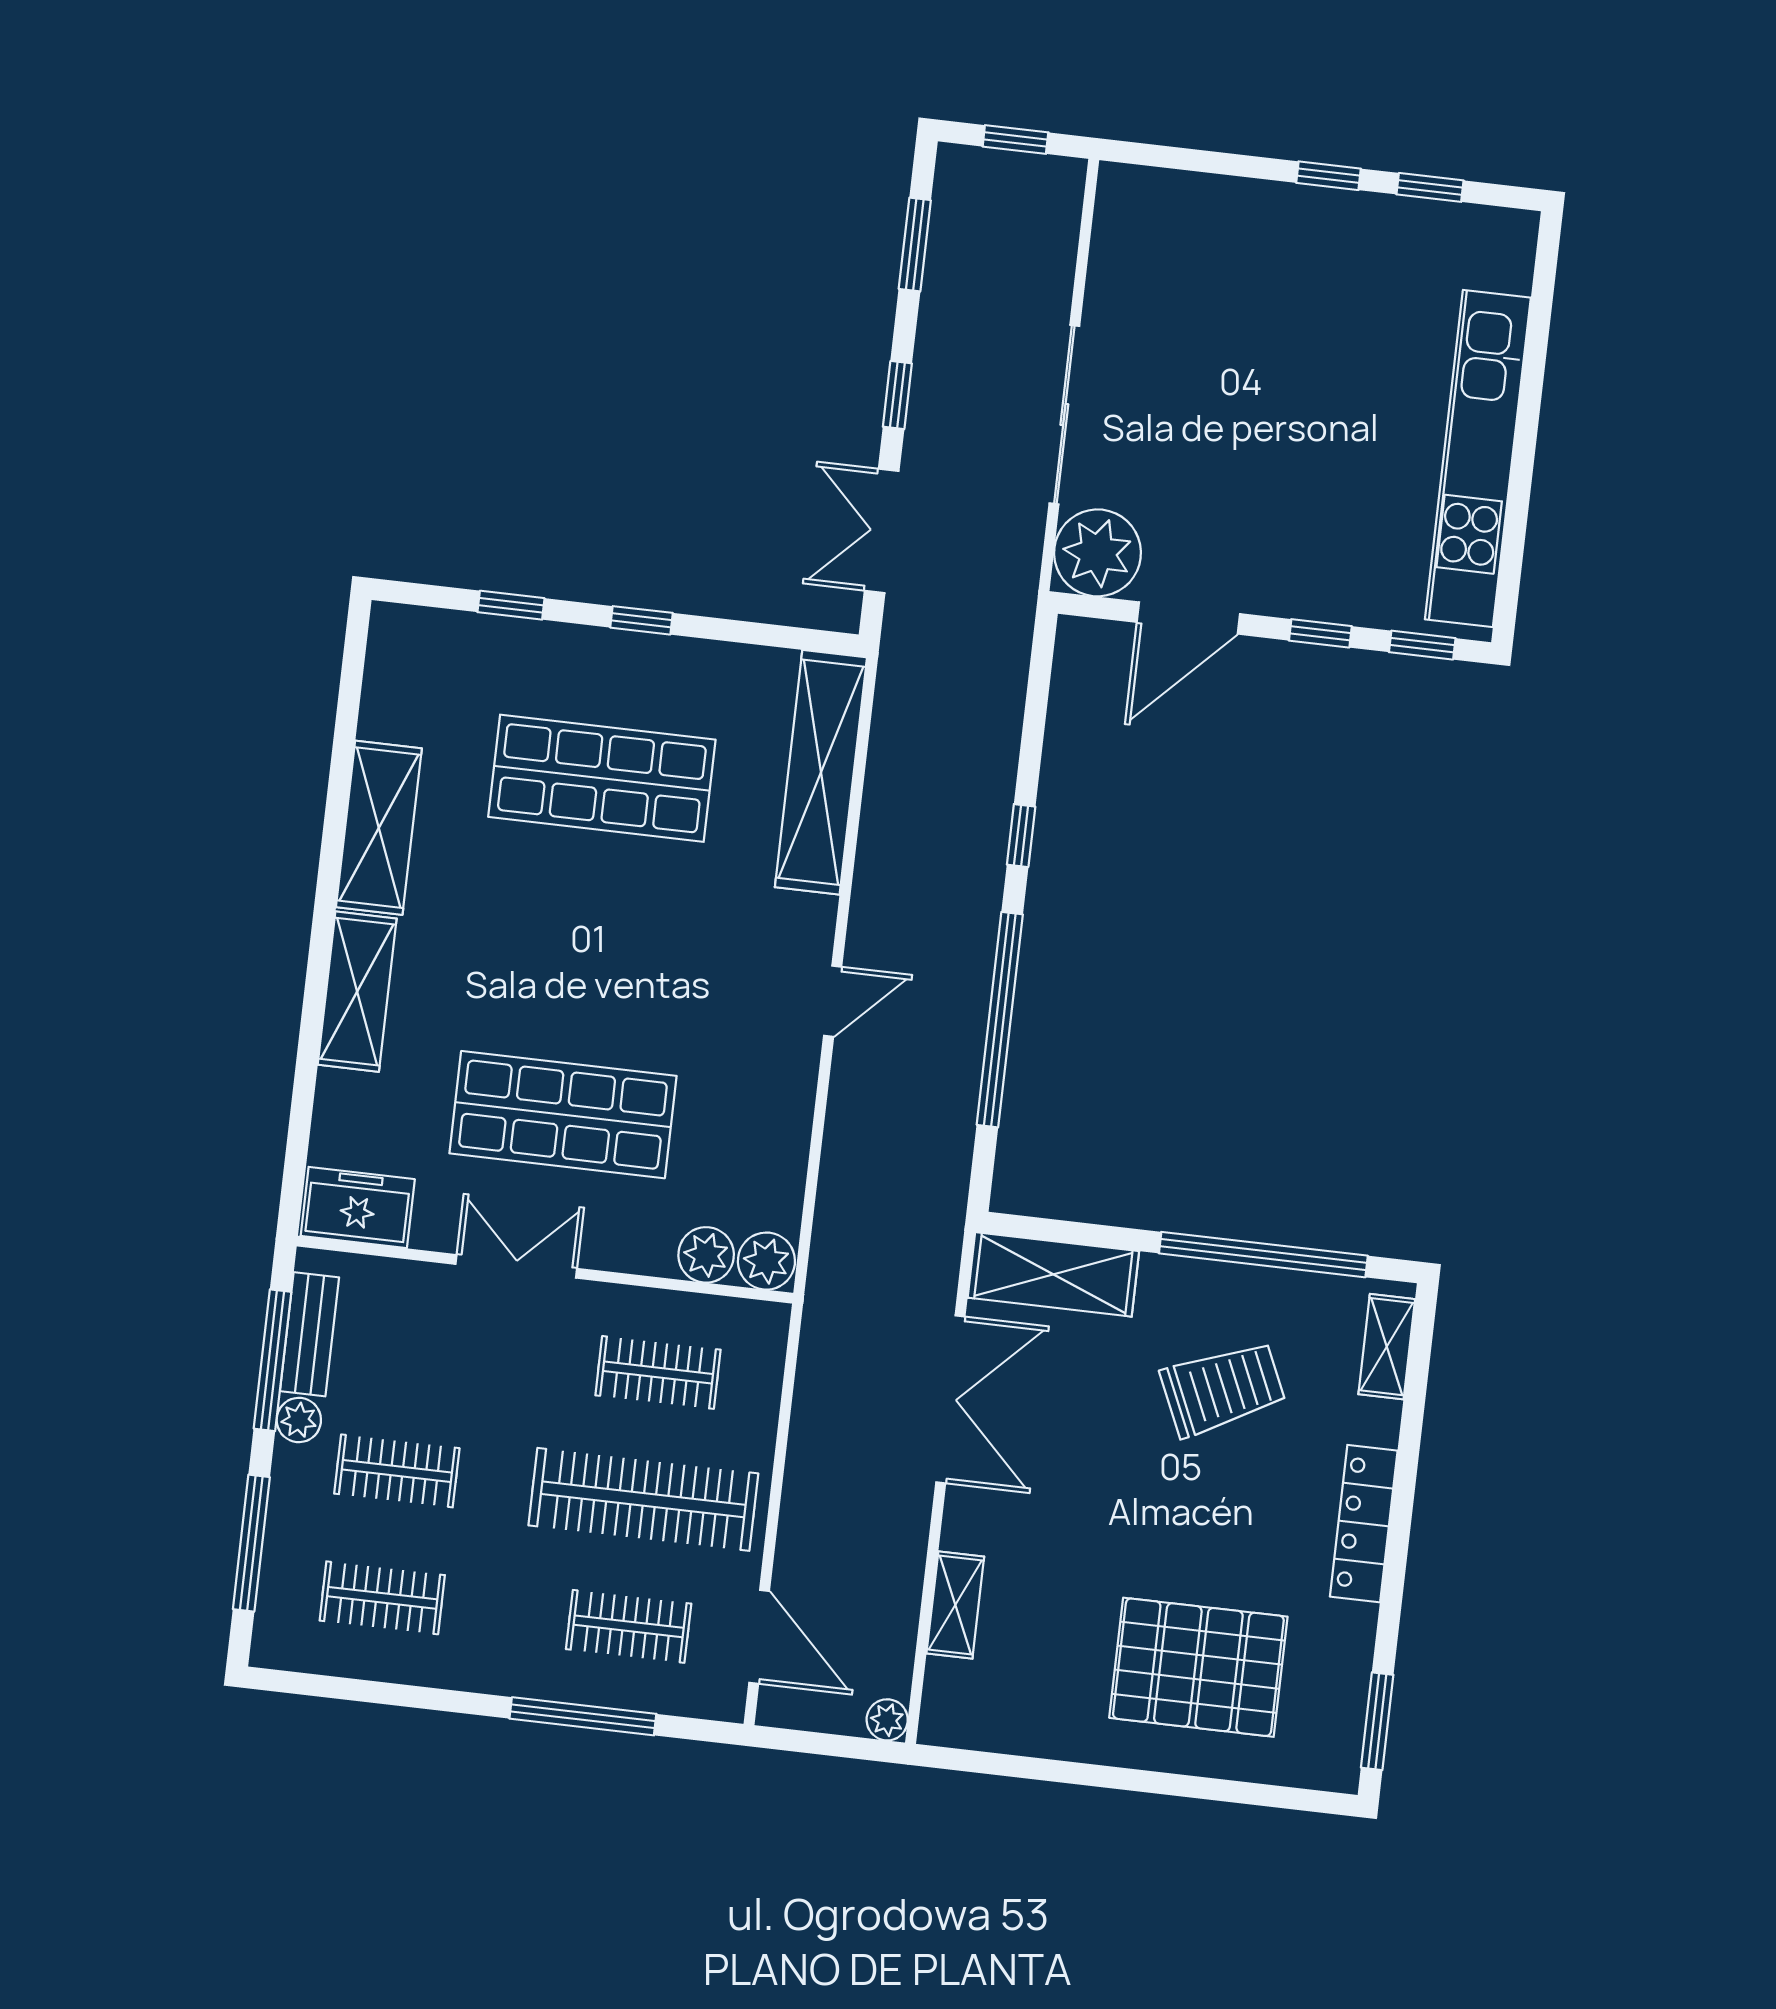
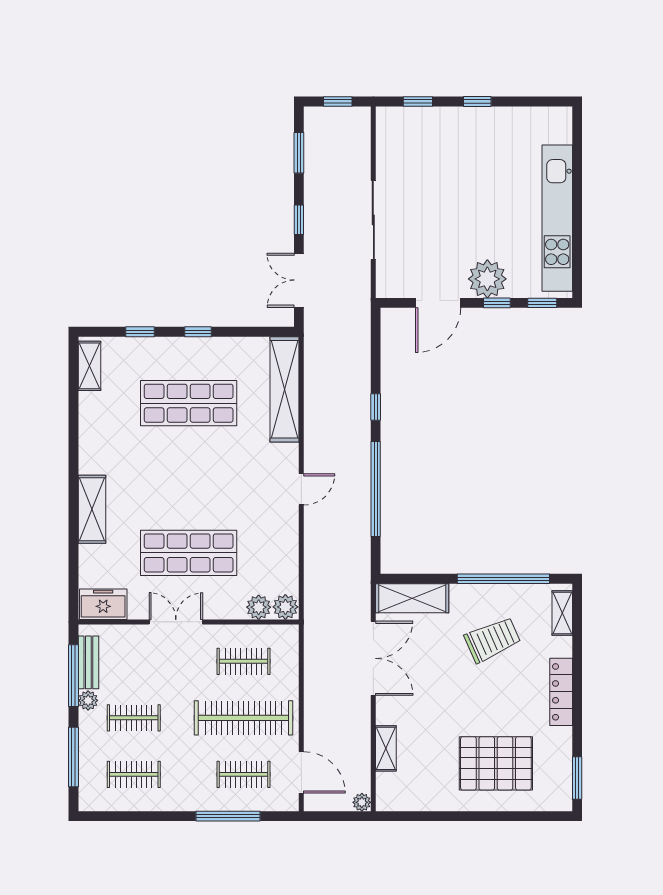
window: (1430, 187) -> (418, 101), moved
plant: (1098, 553) -> (487, 279), moved
shelving: (379, 828) -> (89, 366), moved, width x0.67, depth x0.75

